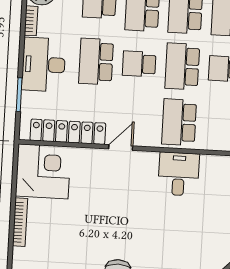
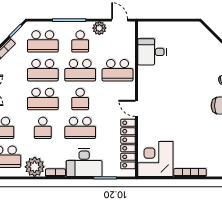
desk: (179, 174) -> (152, 52), moved

